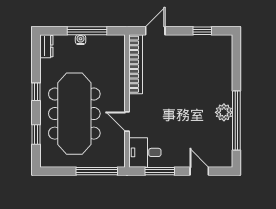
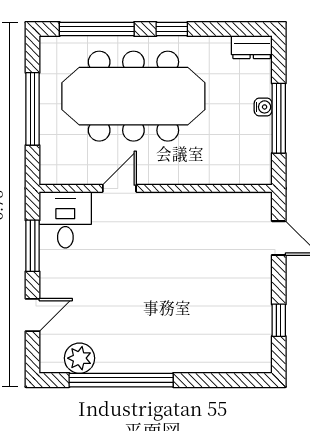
bookcase: (136, 64) -> (220, 203), removed
plant: (224, 112) -> (79, 358), moved
window: (36, 134) -> (97, 29), width x2.17
window: (97, 171) -> (33, 109), moved

